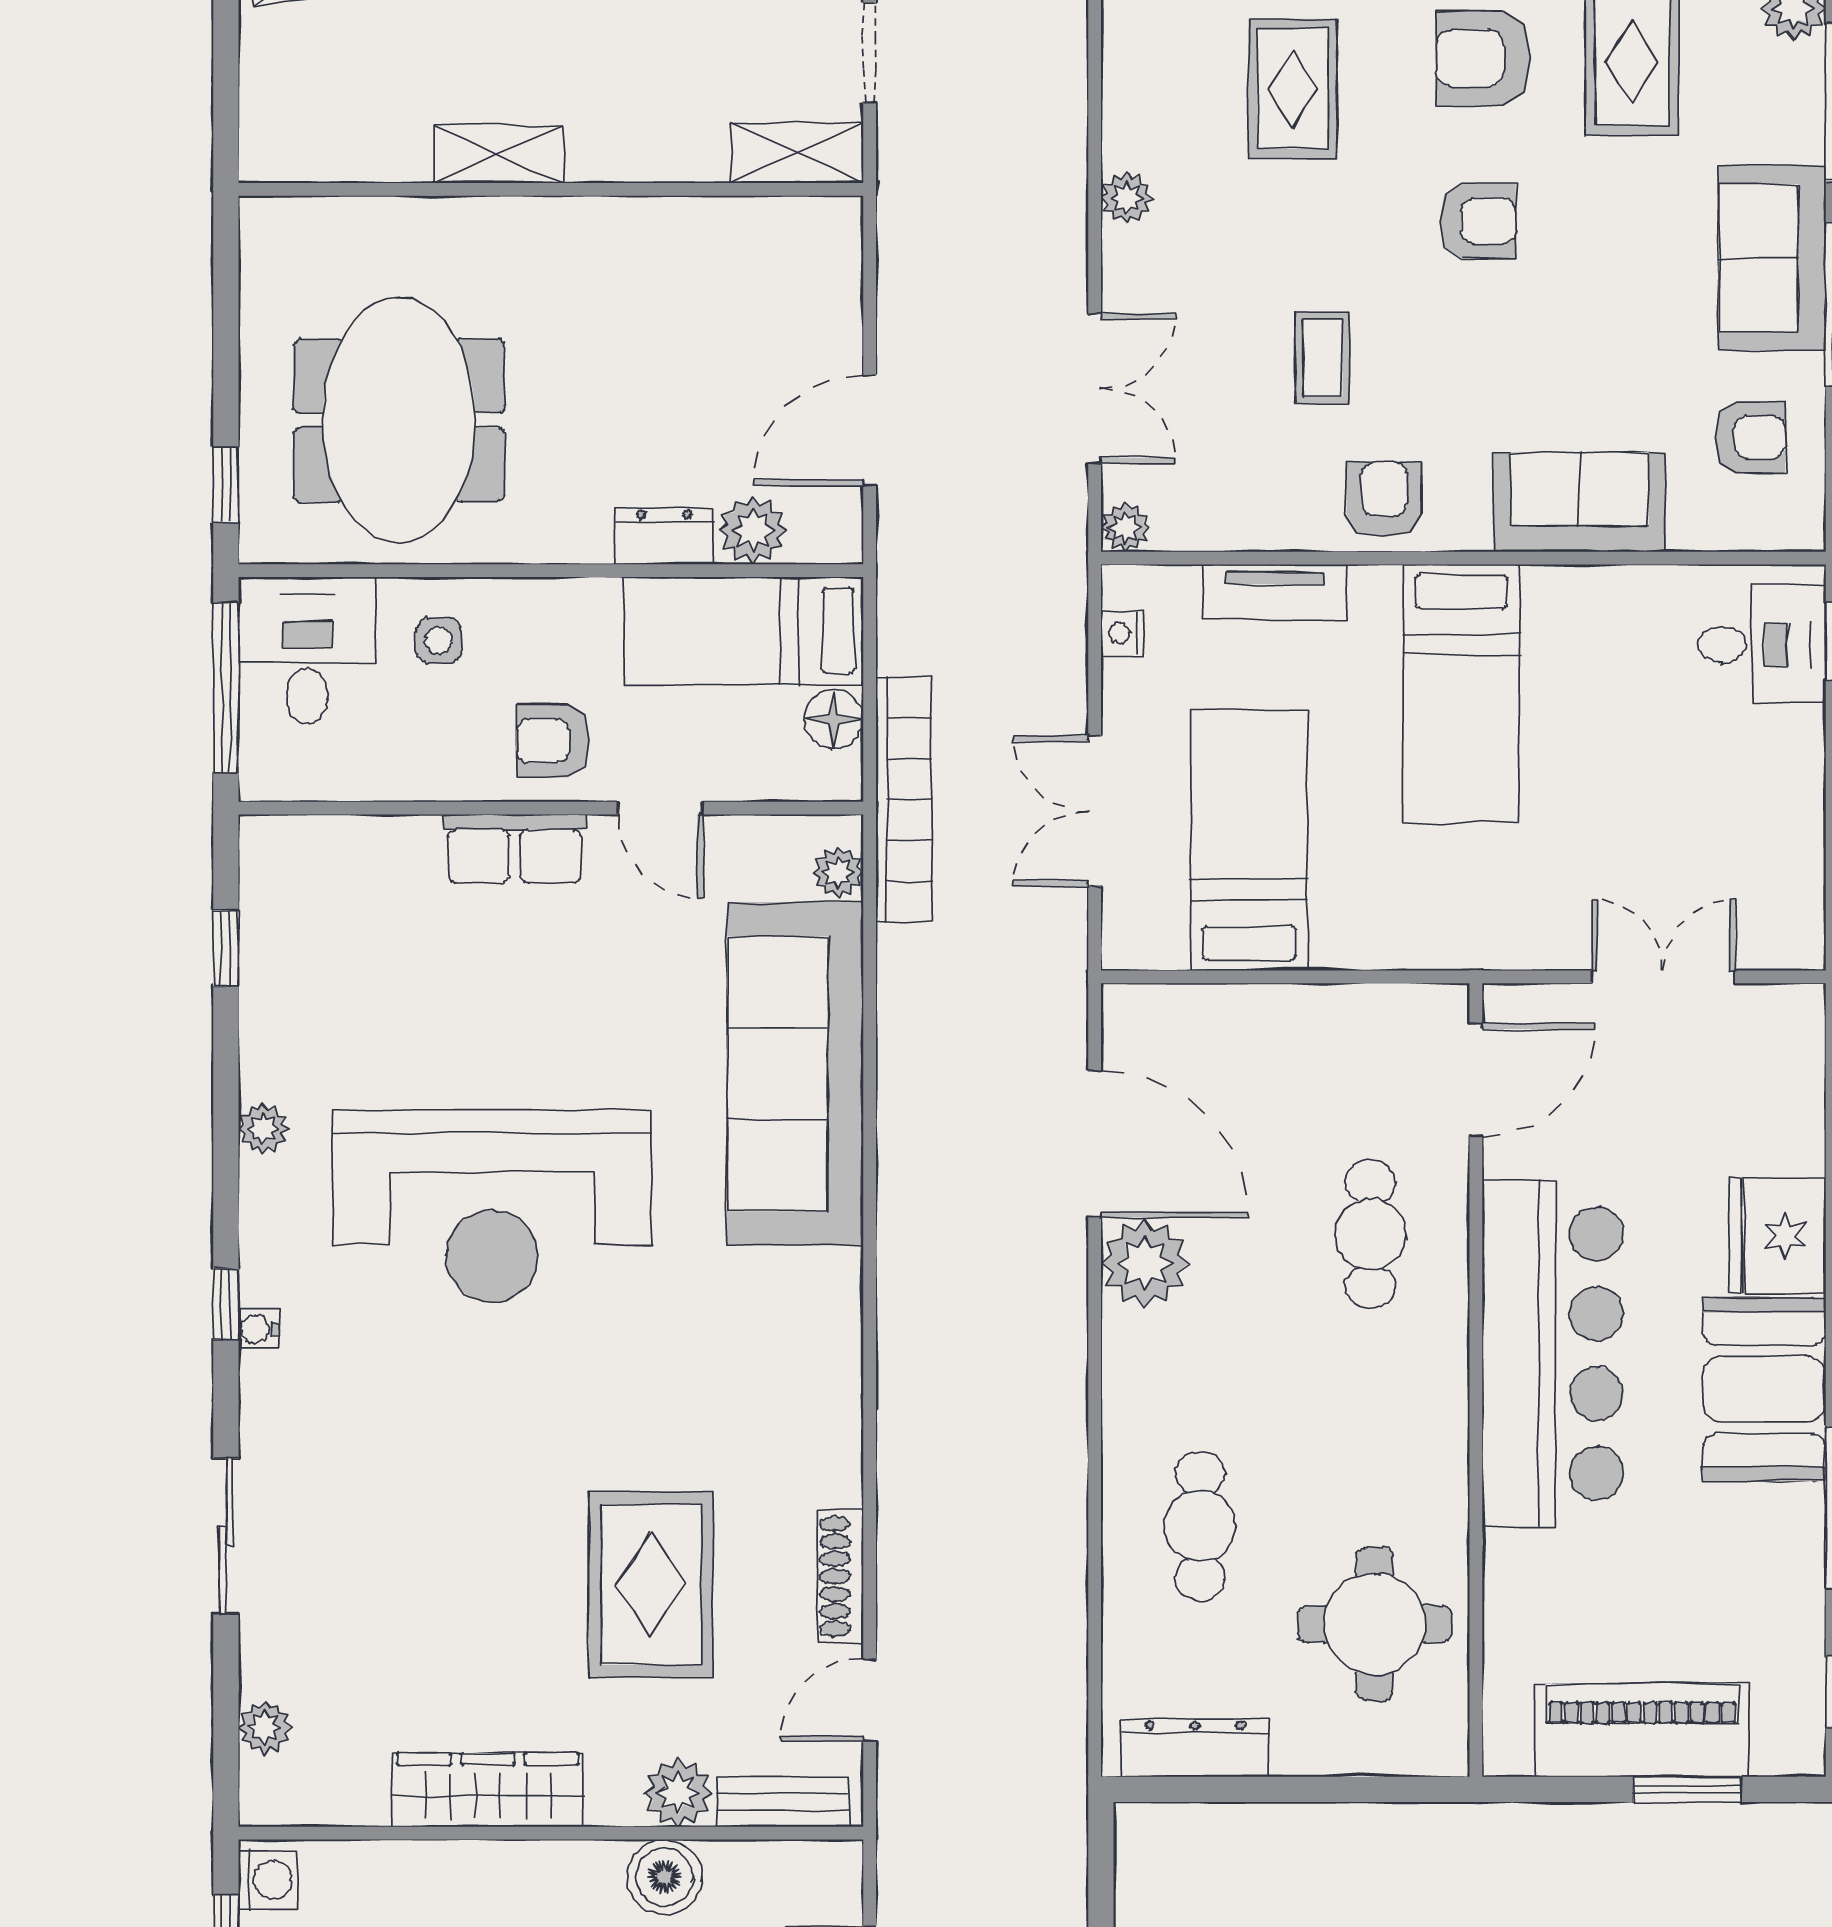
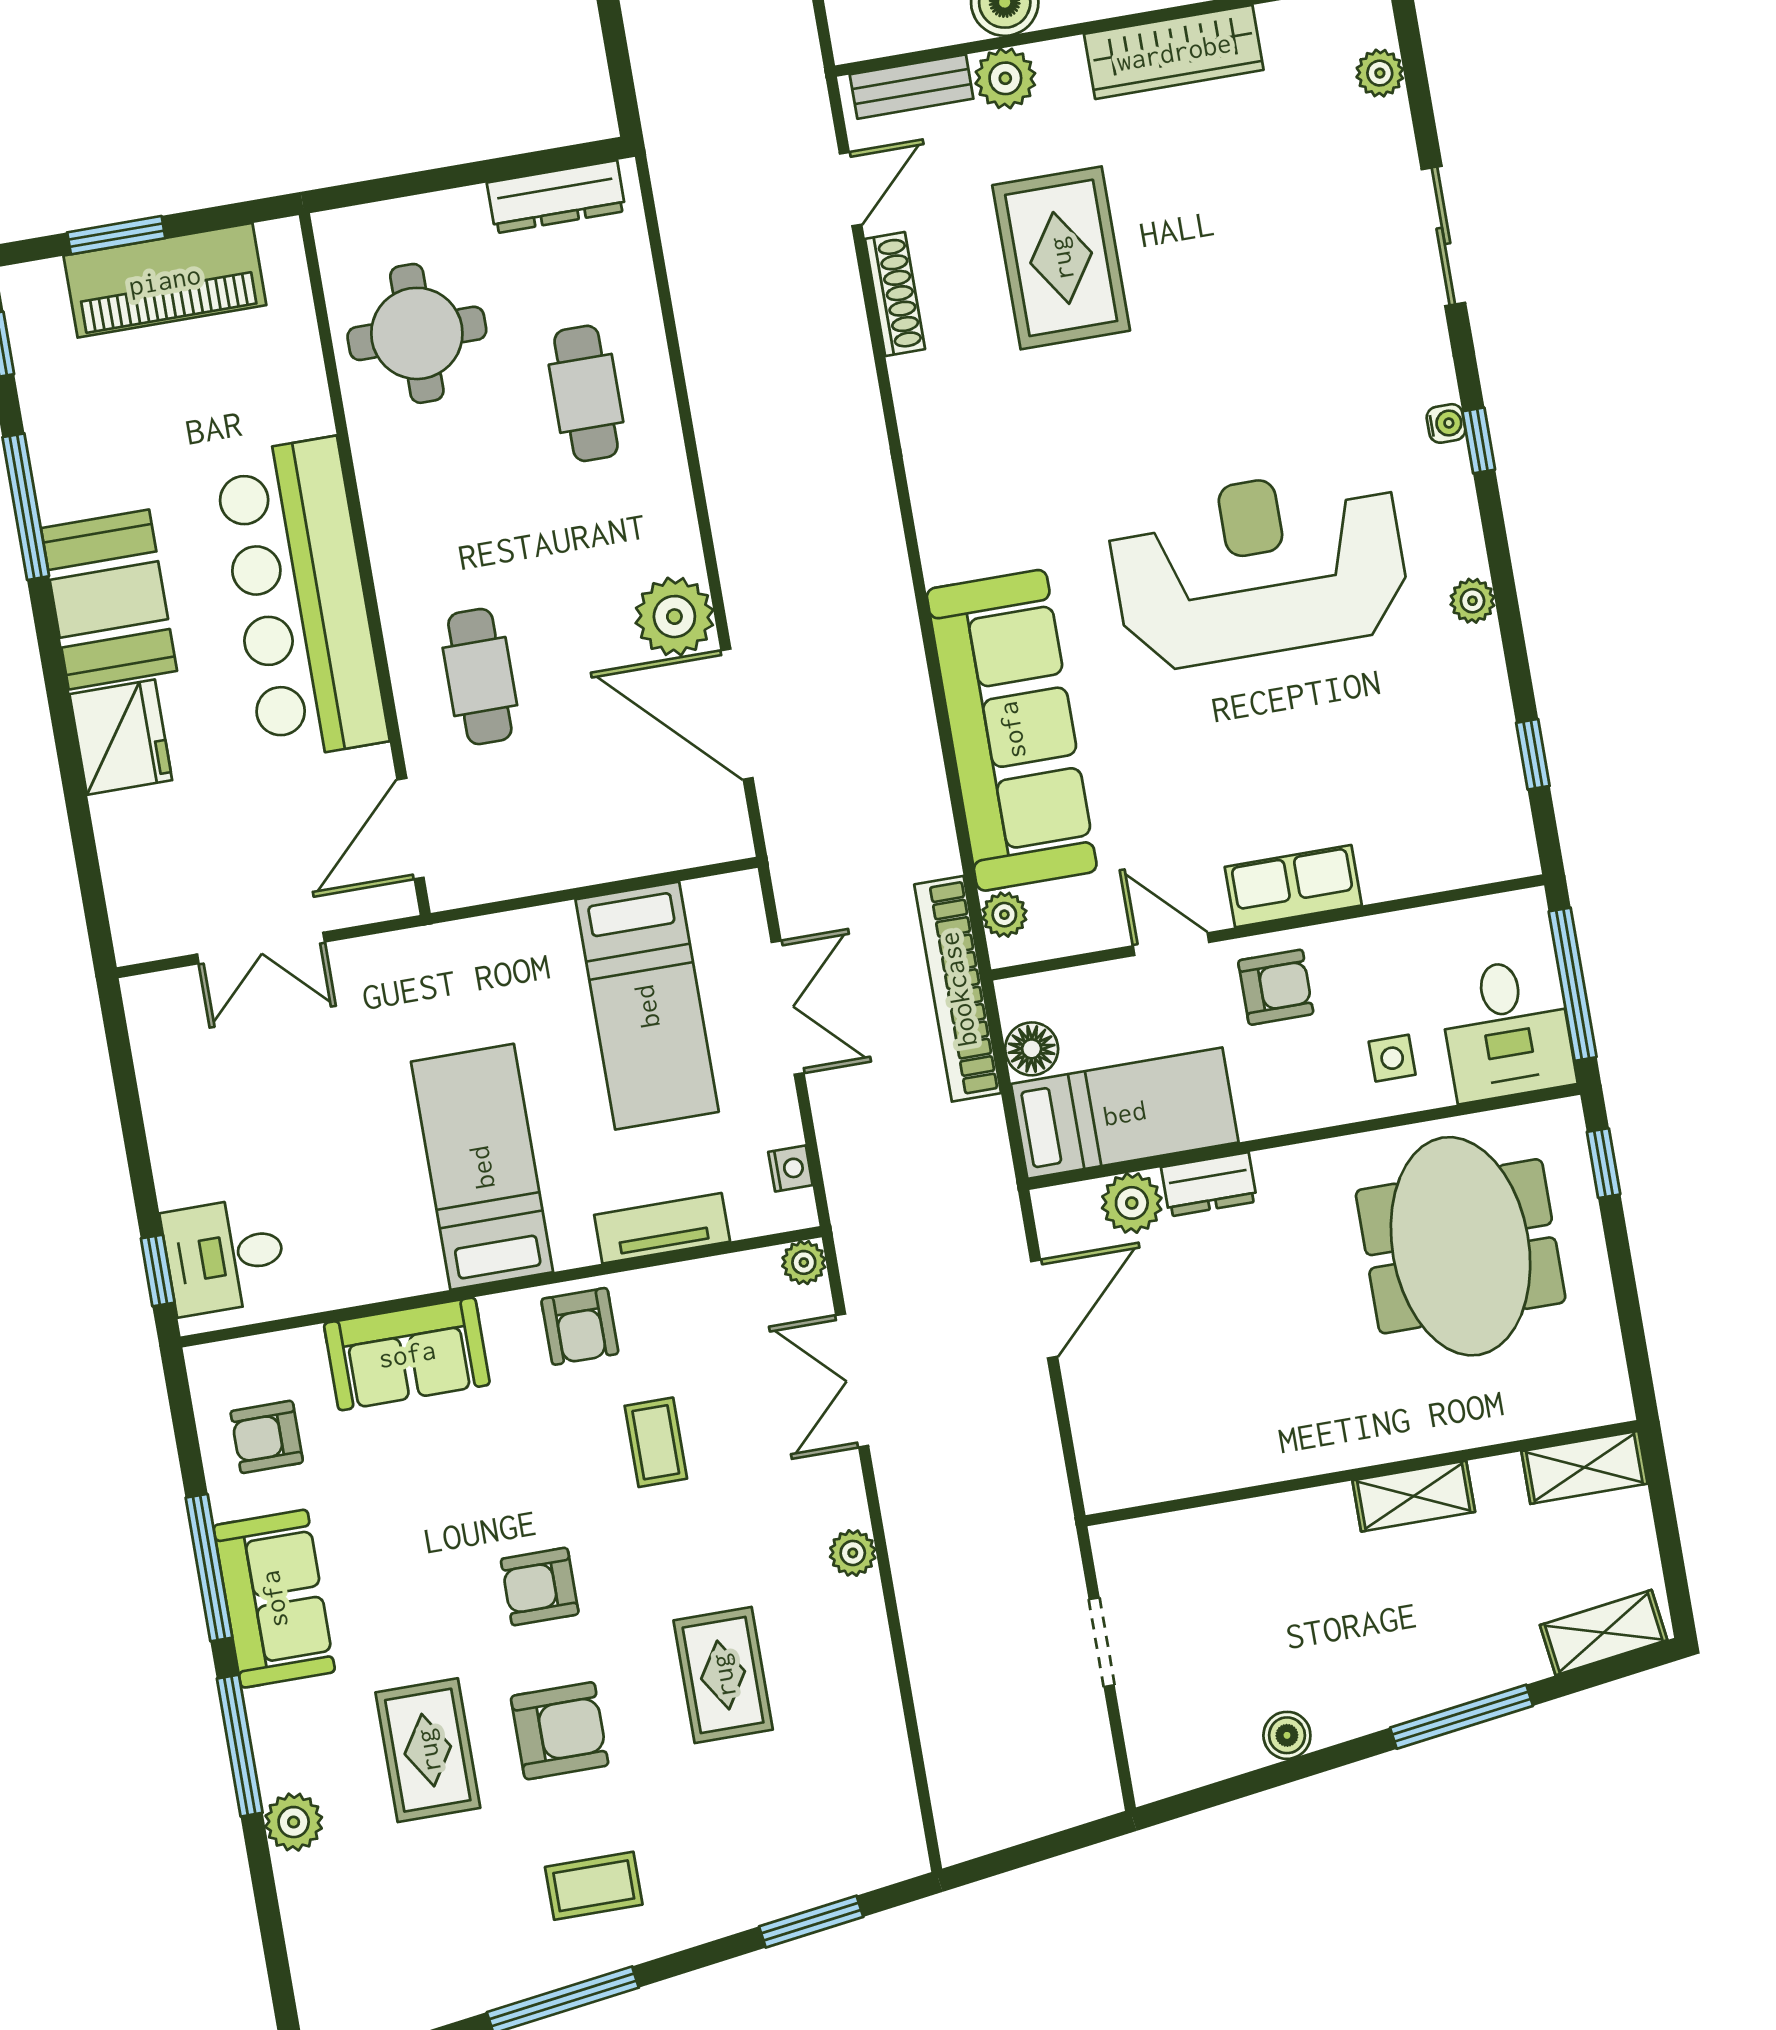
shelving: (797, 153) -> (1584, 1467), moved

